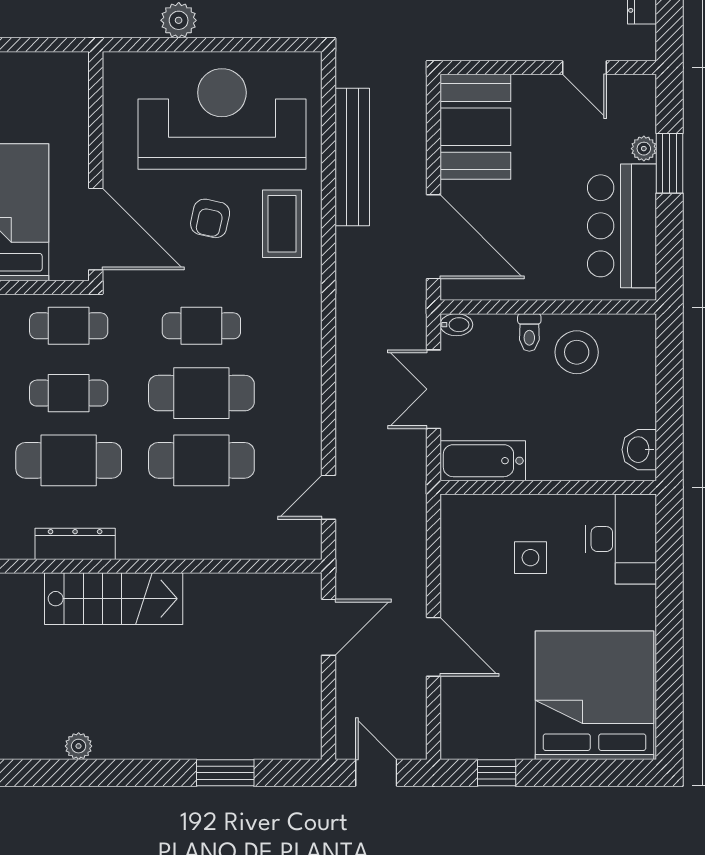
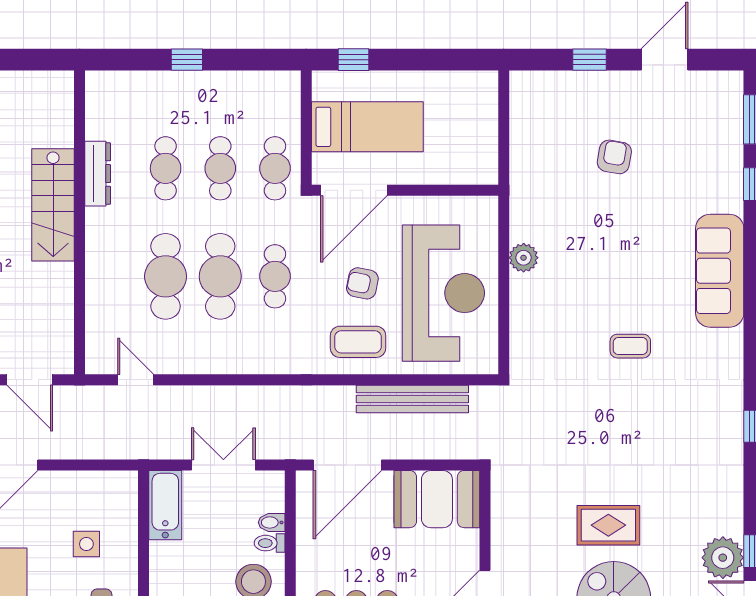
bidet: (456, 325) -> (272, 522), moved, turned 90
cafe table: (69, 460) -> (166, 168), width x0.73, depth x0.74

